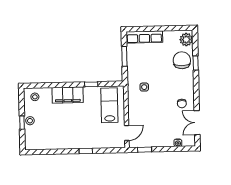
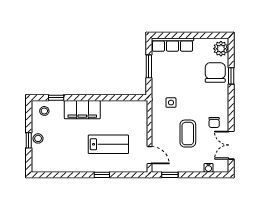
window: (91, 84) -> (56, 98), moved
lab bench: (109, 105) -> (108, 144), moved, turned 90
coffee table: (159, 114) -> (188, 134), added
door: (127, 133) -> (150, 155), hinge flipped

